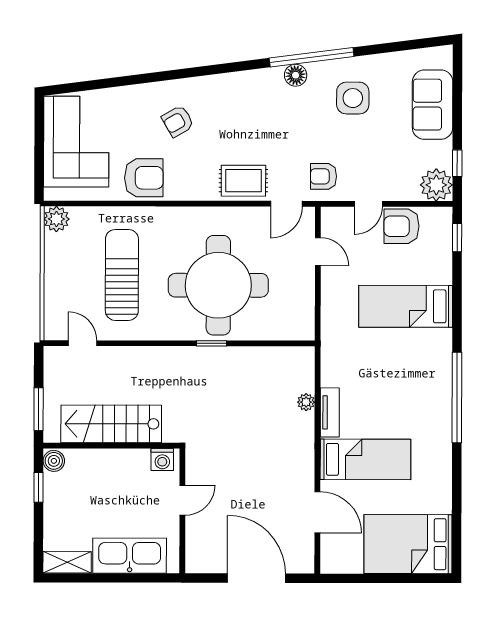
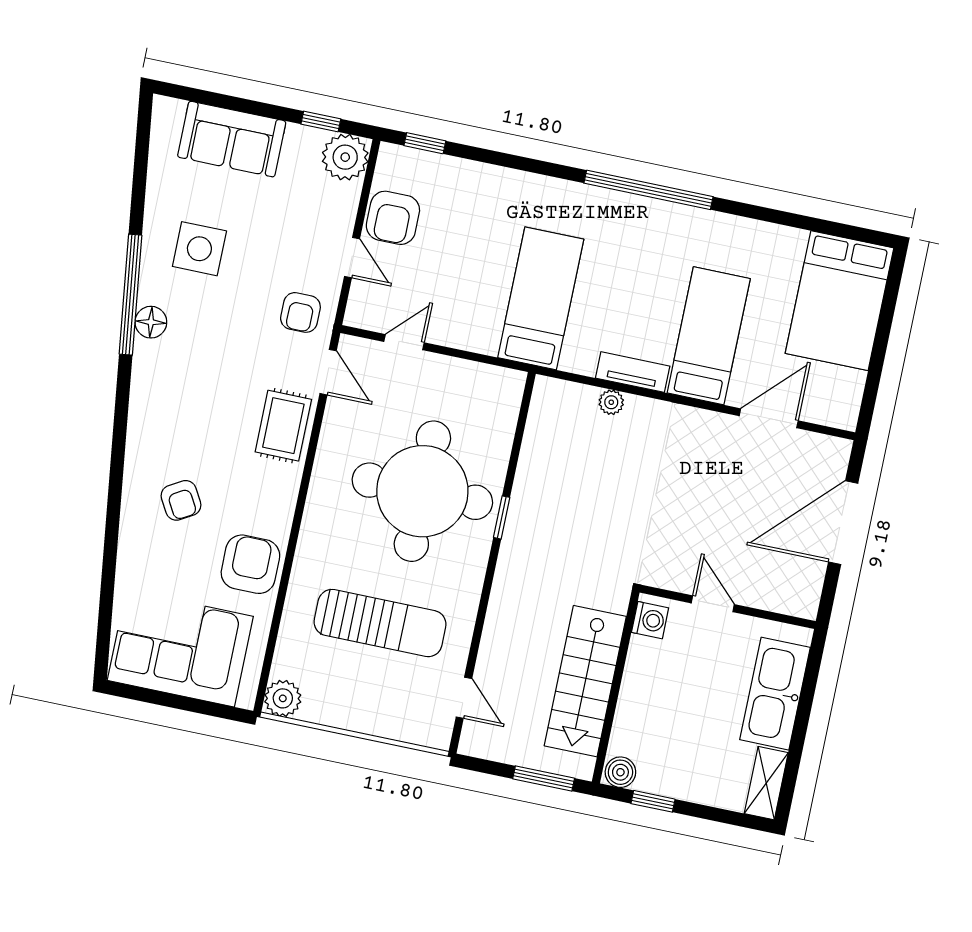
sun lounger: (122, 275) -> (380, 623), turned 180
bed: (406, 306) -> (541, 298), moved, turned 180
door: (83, 343) -> (464, 698), swing flipped

